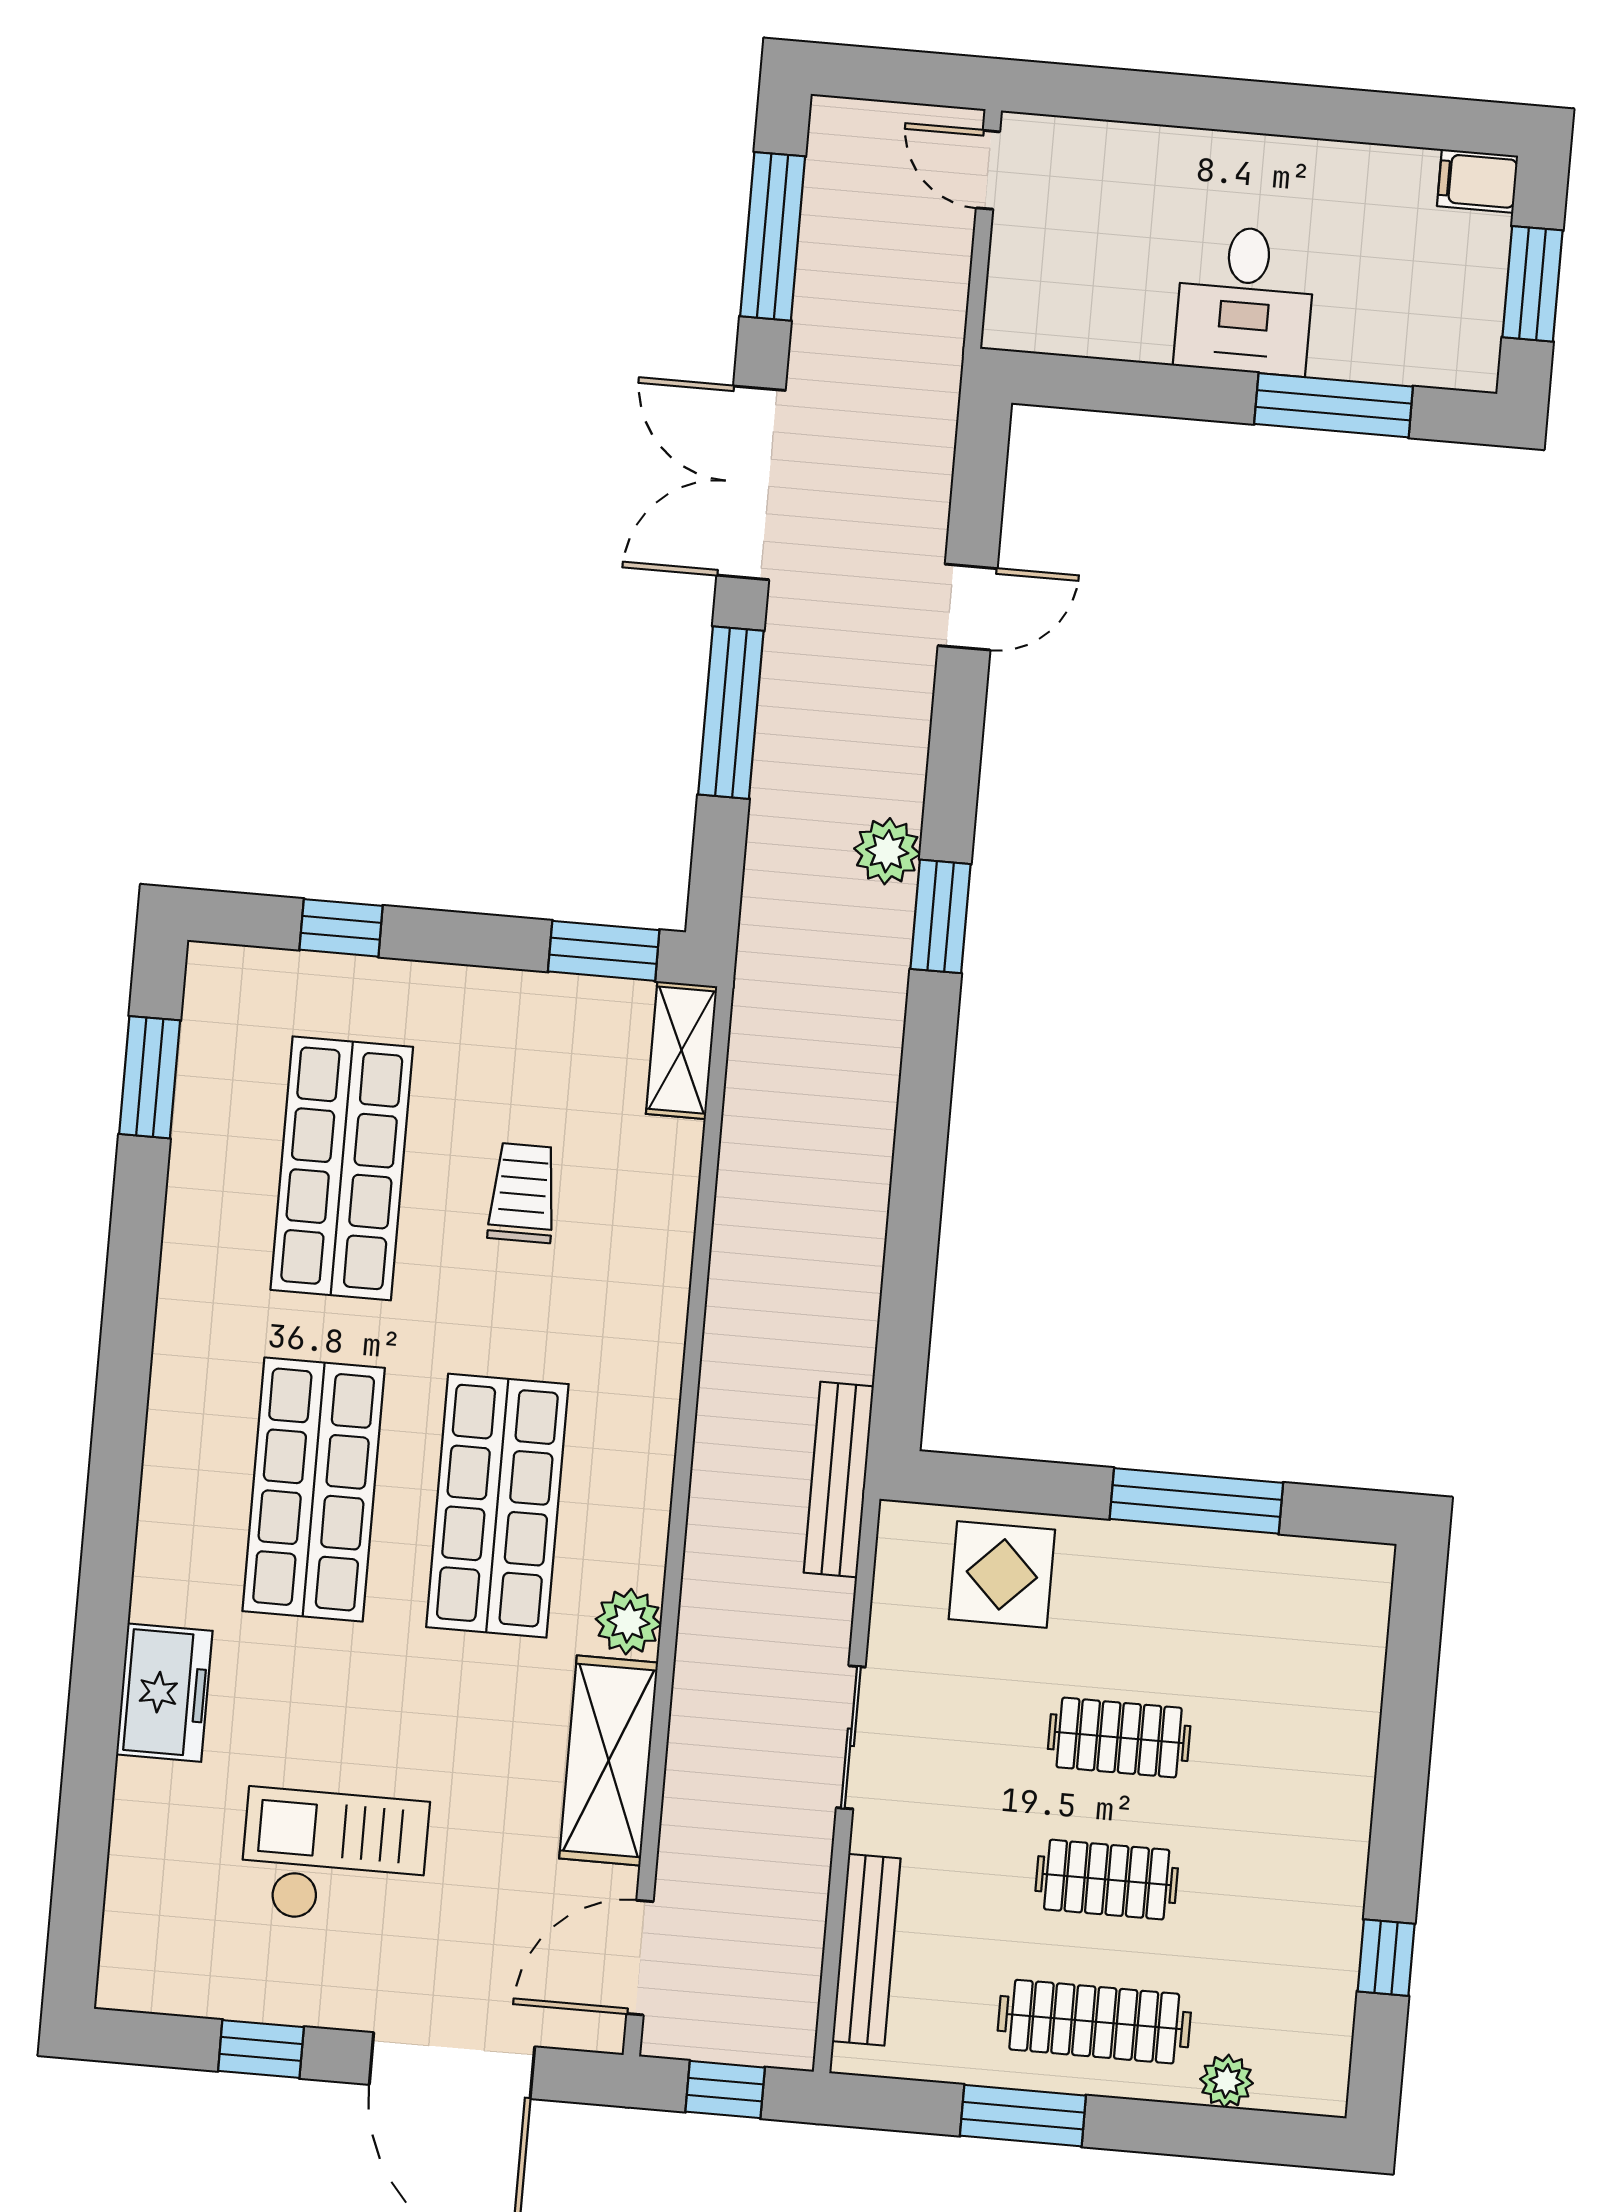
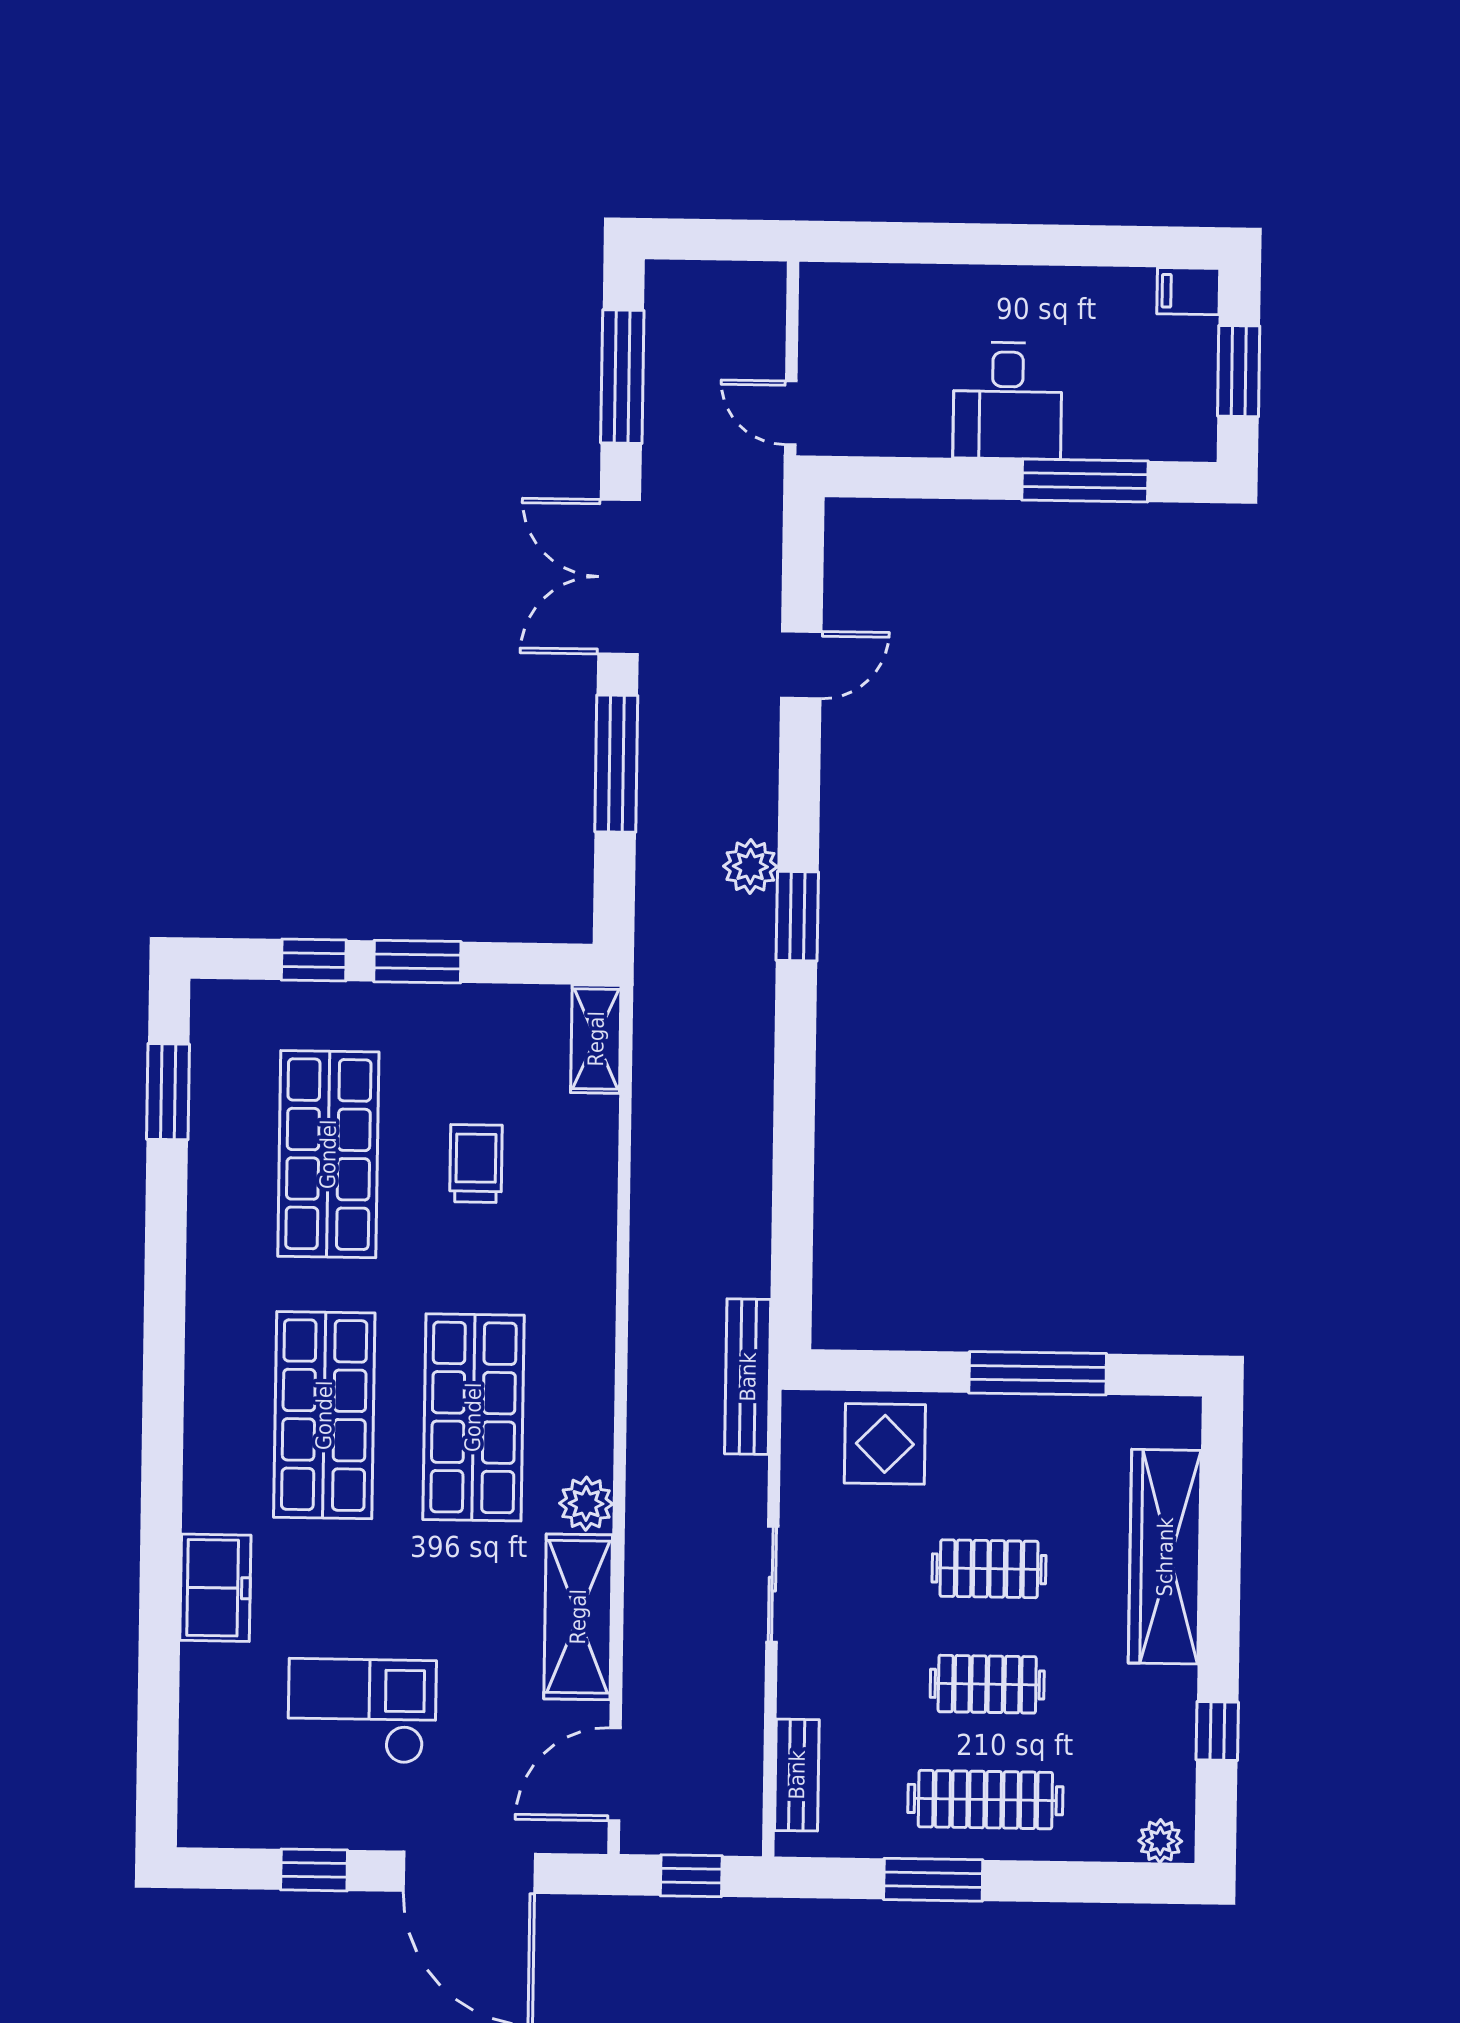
door: (988, 170) -> (791, 413), moved
window: (604, 951) -> (417, 962), moved
wardrobe: (1337, 1738) -> (1165, 1557), added
bench: (866, 1950) -> (797, 1775), width x0.73
plant: (1226, 2081) -> (1160, 1841), moved

